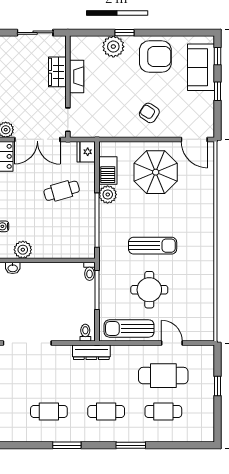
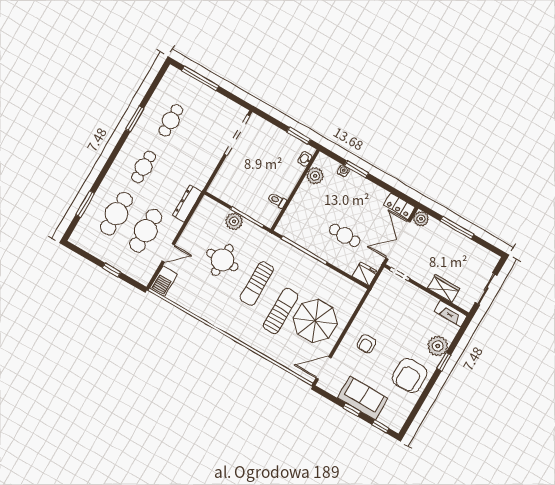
sofa: (201, 67) -> (363, 398), moved
fireplace: (77, 77) -> (451, 314), moved
armchair: (149, 113) -> (367, 344), turned 147
barbecue: (108, 170) -> (164, 281), moved, turned -90
cafe table: (62, 191) -> (345, 235), turned -74
plant: (108, 194) -> (234, 221), moved
toilet: (89, 271) -> (277, 200), moved
sun lounger: (129, 328) -> (281, 311), moved
toilet: (85, 333) -> (218, 187), removed
dresser: (91, 352) -> (187, 203), moved
cafe table: (163, 411) -> (116, 214), width x1.37, depth x1.35
window: (131, 445) -> (85, 204), moved

